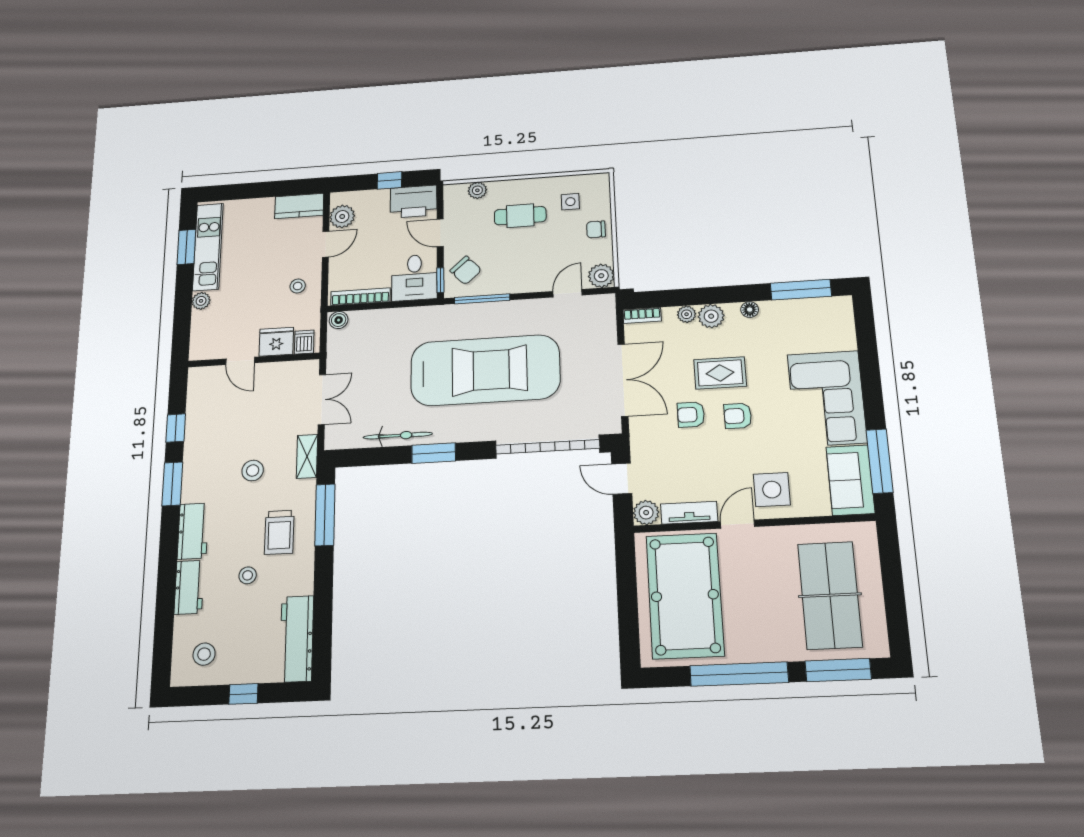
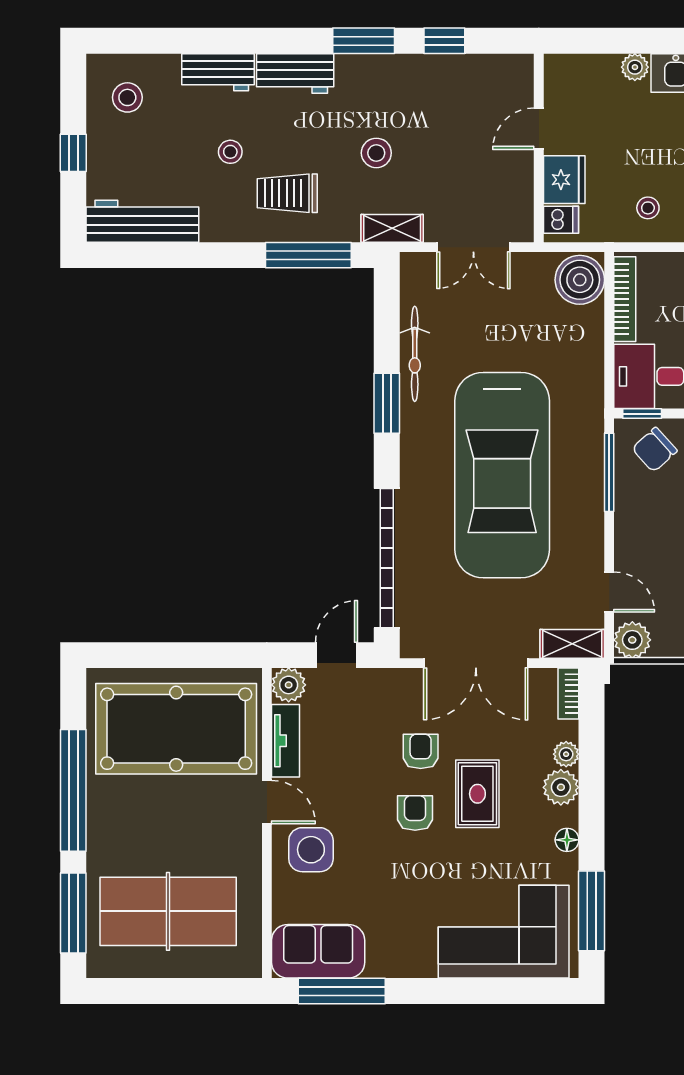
shelving: (606, 315) -> (572, 644), added
boiler: (339, 320) -> (580, 280), width x1.86, depth x1.86
corner sofa: (827, 398) -> (504, 932), moved

